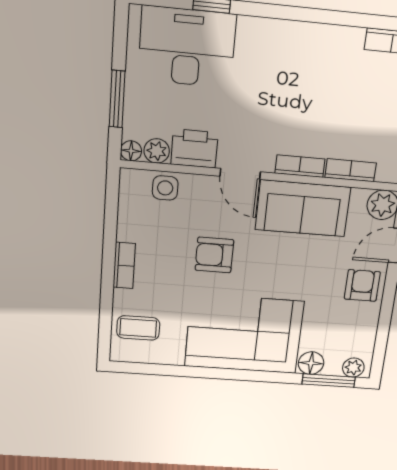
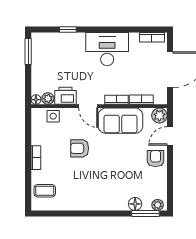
desk: (187, 47) -> (107, 49), moved
window: (117, 99) -> (28, 51), moved
corner sofa: (244, 334) -> (99, 190), removed

